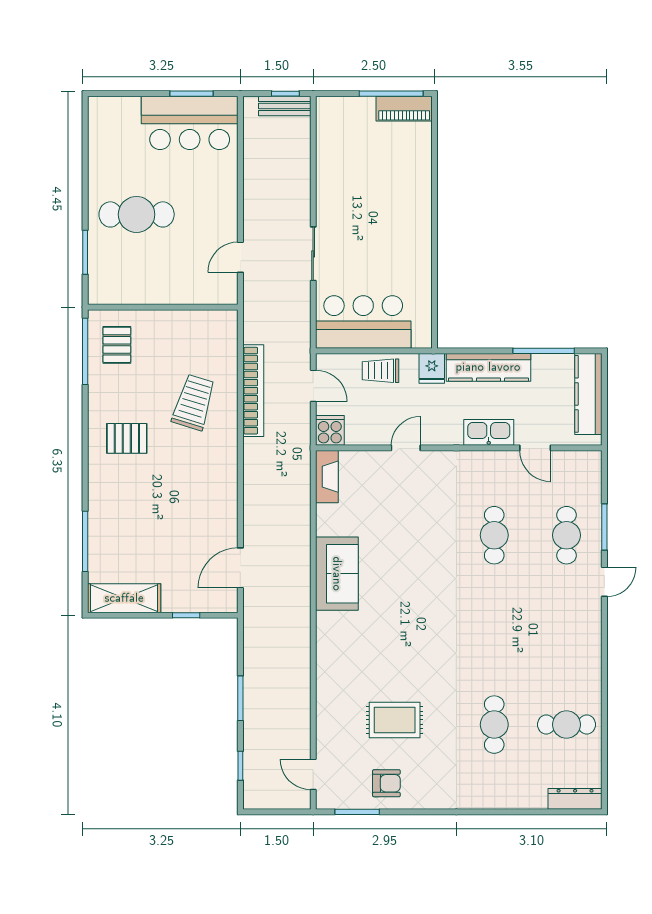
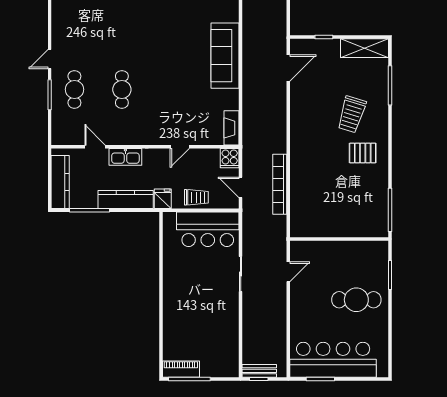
bar counter: (190, 123) -> (333, 360), width x1.36
pallet: (117, 345) -> (369, 214), removed
trolley: (194, 402) -> (352, 114), moved
sofa: (337, 574) -> (225, 56), width x1.36

